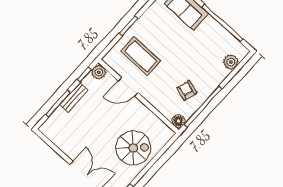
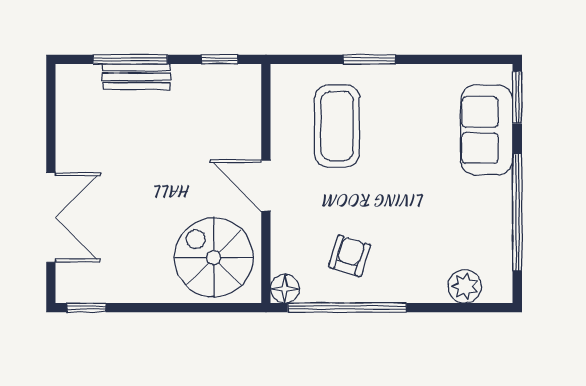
plant: (99, 72) -> (245, 80), removed
door: (128, 87) -> (266, 185), moved
bench: (74, 97) -> (136, 77), moved
spiral stairs: (133, 148) -> (214, 257), moved, turned 180

